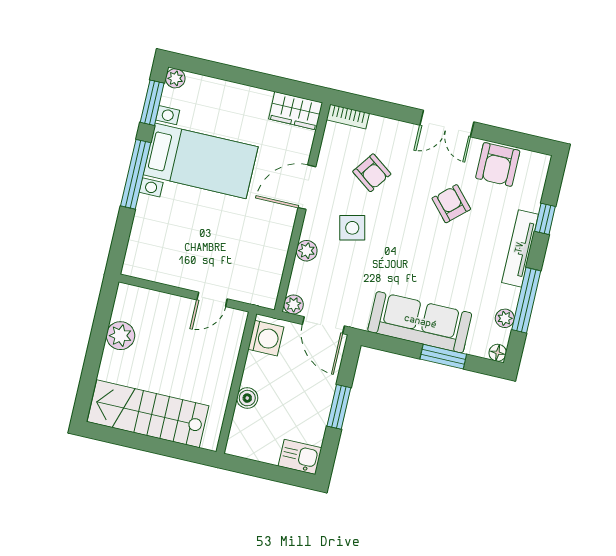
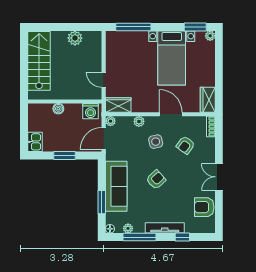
window: (136, 174) -> (133, 27), moved
armchair: (451, 204) -> (156, 180), moved
wardrobe: (266, 283) -> (118, 105), added

